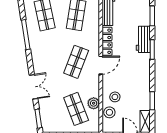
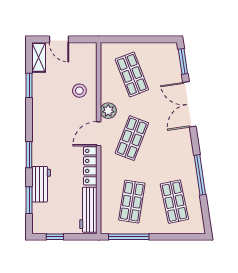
workbench: (143, 39) -> (41, 184), moved
double door: (34, 87) -> (189, 104), width x1.37
plant: (94, 103) -> (108, 111), moved
stool: (109, 112) -> (87, 70), removed

